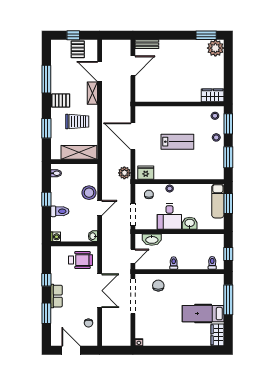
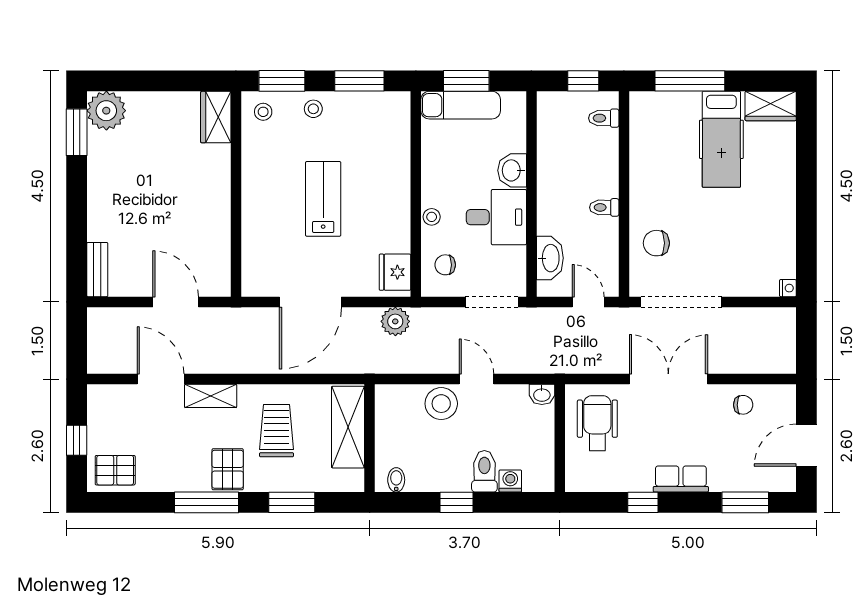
pallet: (78, 49) -> (115, 470), moved
door: (133, 66) -> (176, 302), moved
door: (100, 71) -> (161, 379), swing flipped
window: (46, 79) -> (206, 502), moved
washing machine: (56, 237) -> (510, 481), moved
window: (46, 313) -> (745, 502), moved

